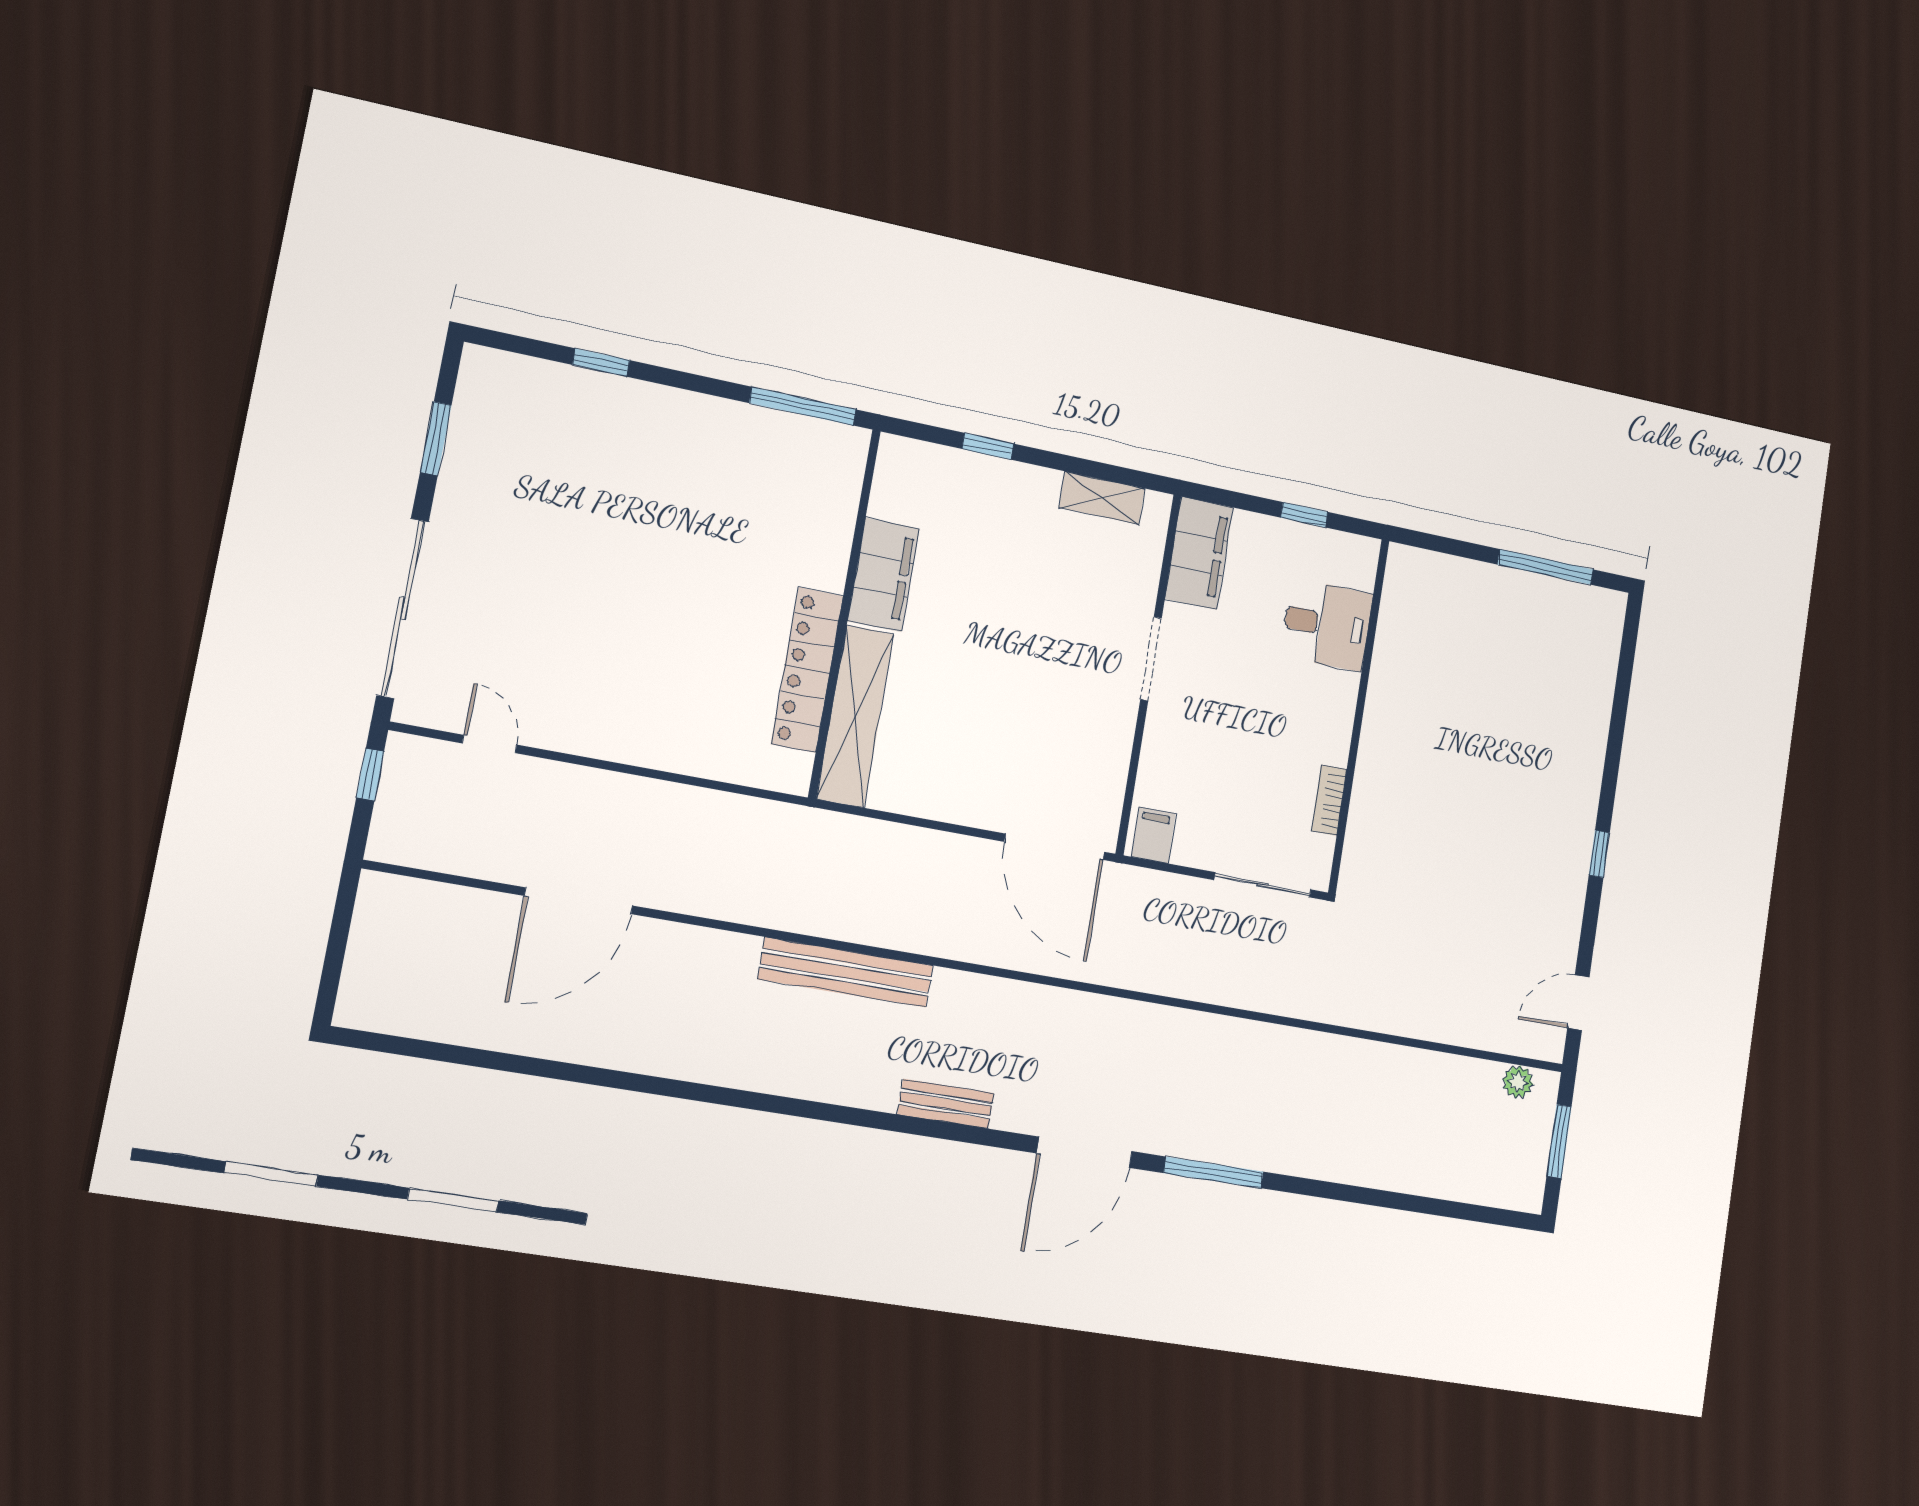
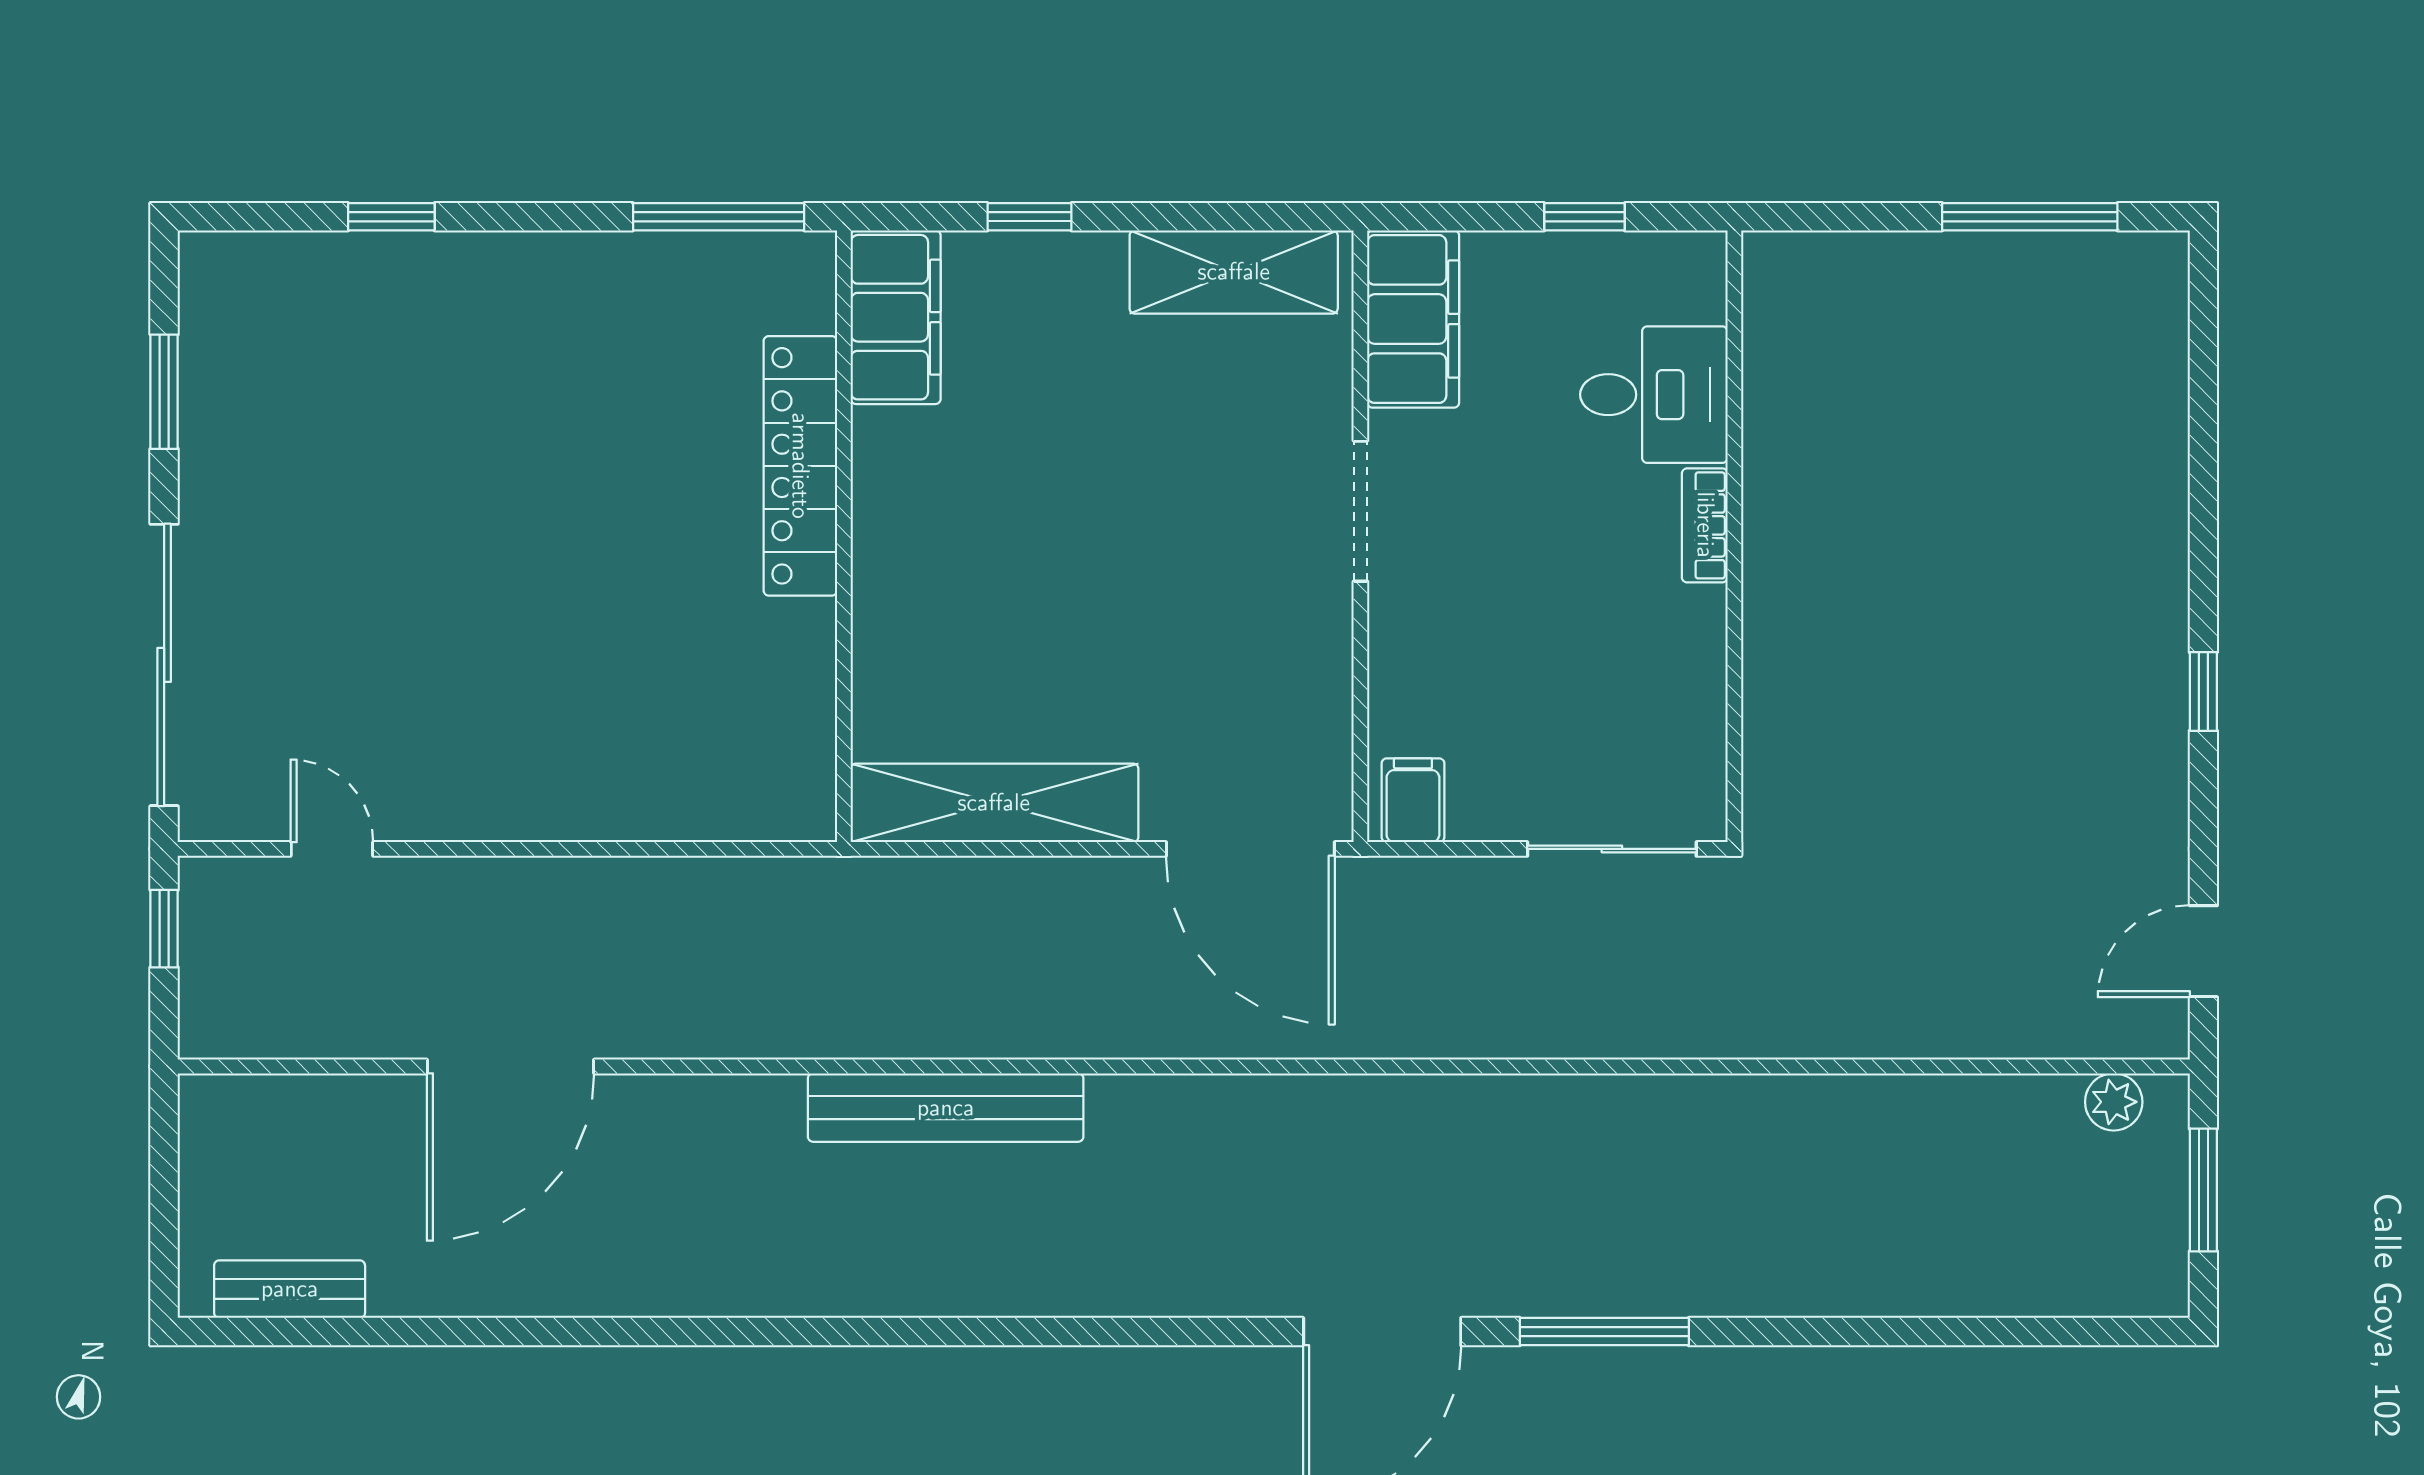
shelving: (1102, 498) -> (1234, 272), width x1.50, depth x1.33
filing cabinet: (883, 575) -> (896, 317), moved
locker: (807, 670) -> (800, 466), moved
shelving: (855, 716) -> (994, 803), moved, turned 90
bookcase: (1329, 800) -> (1705, 525), moved
bench: (946, 1104) -> (290, 1289), moved

